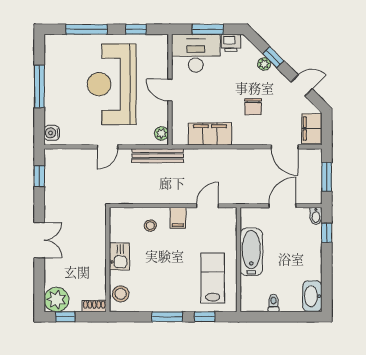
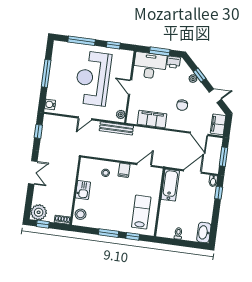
bathtub: (251, 252) -> (170, 185), moved

